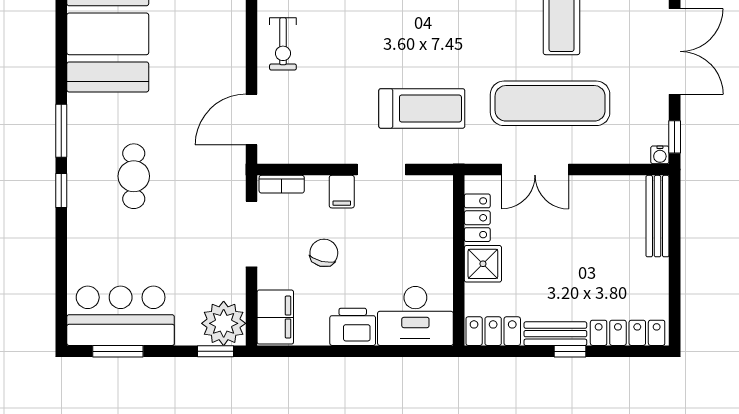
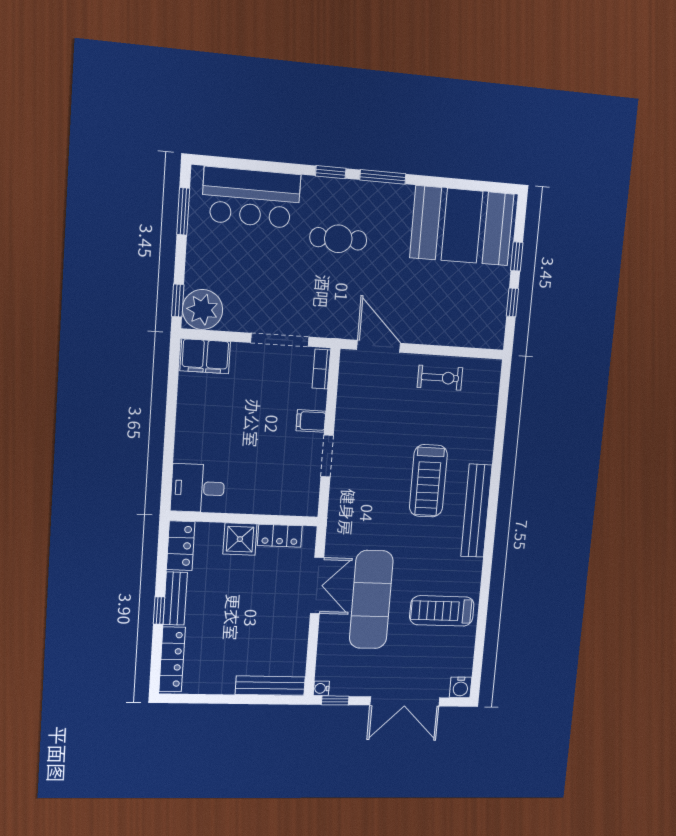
exercise bike: (283, 44) -> (440, 378), turned 180
treadmill: (422, 108) -> (428, 481), moved
double door: (535, 170) -> (317, 586), swing flipped
chair: (324, 253) -> (259, 402), removed
bar counter: (121, 316) -> (251, 198), moved, turned 90
desk: (415, 316) -> (198, 488), width x0.73
printer: (353, 327) -> (192, 424), removed

